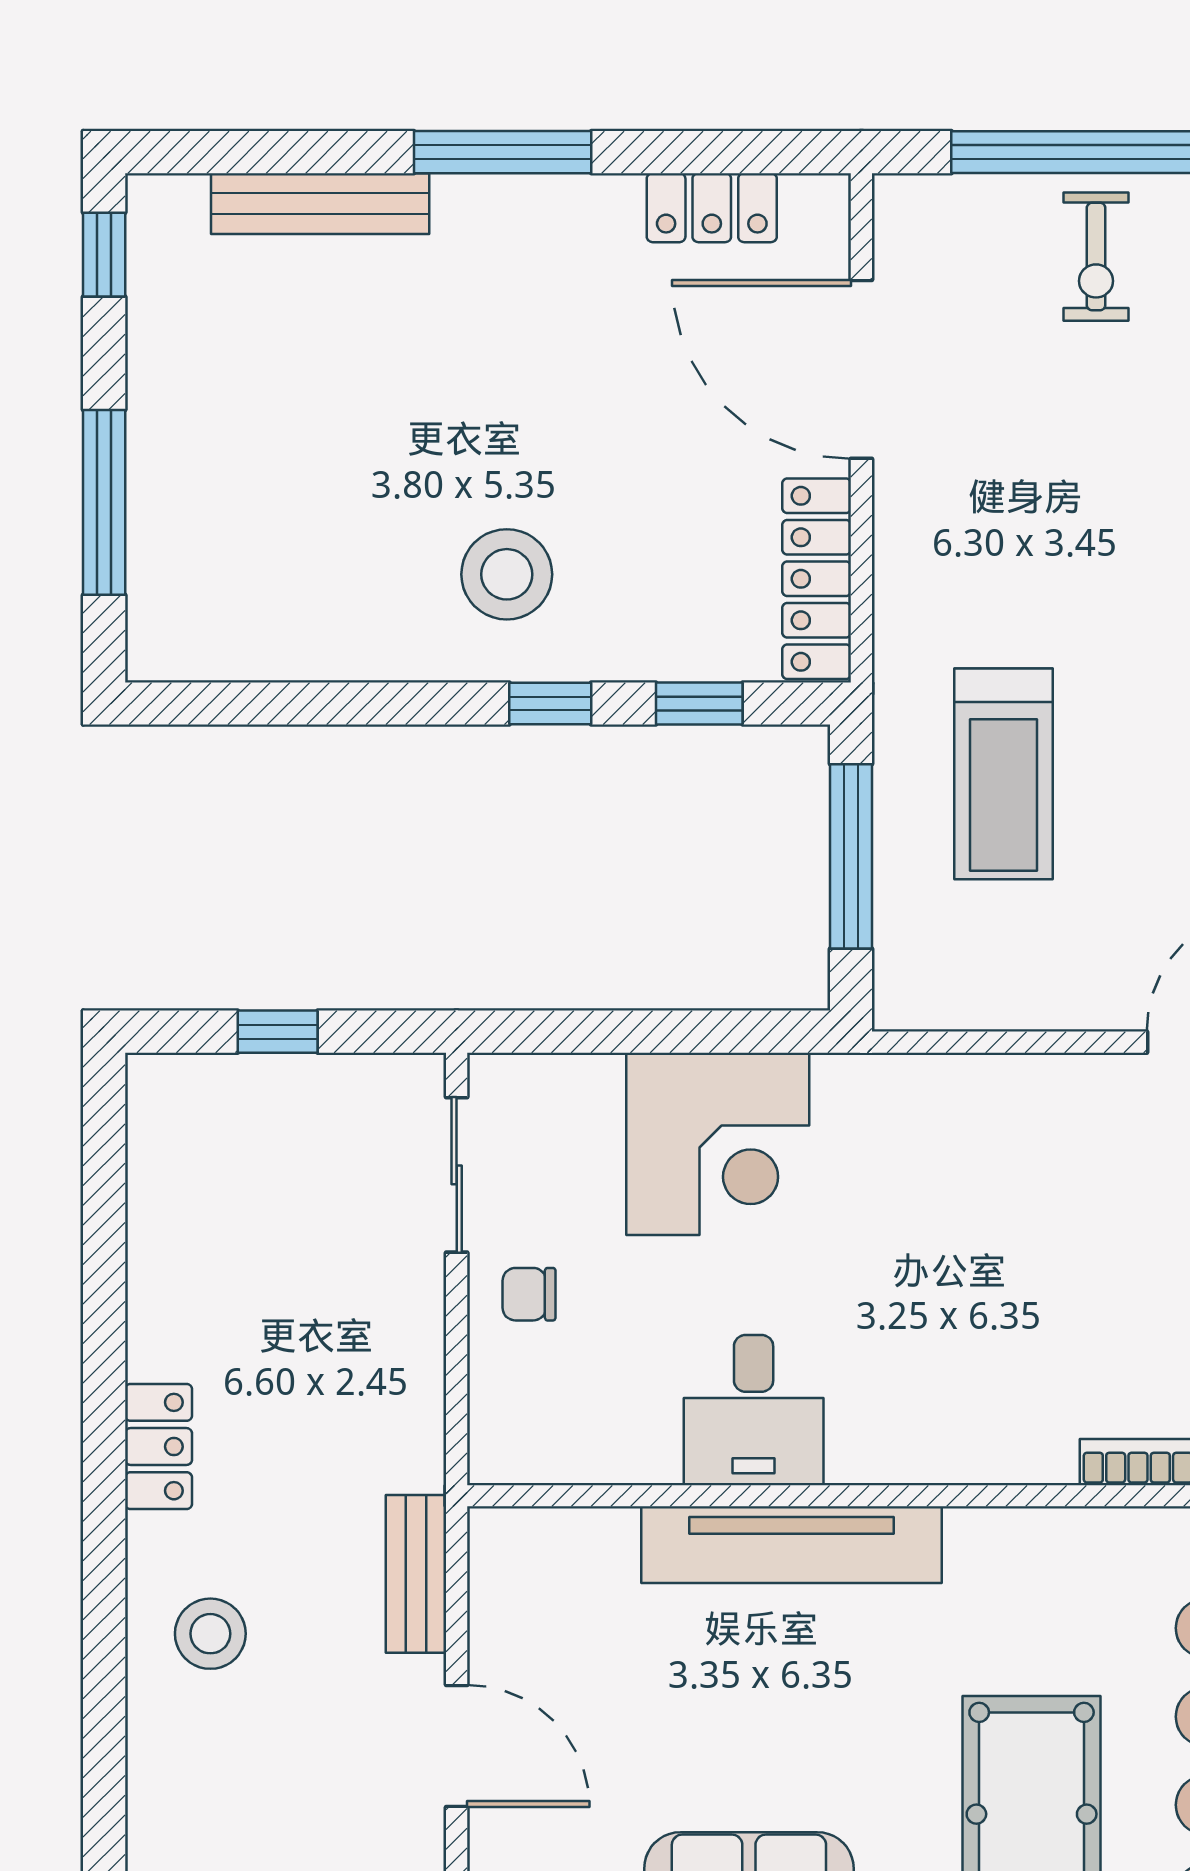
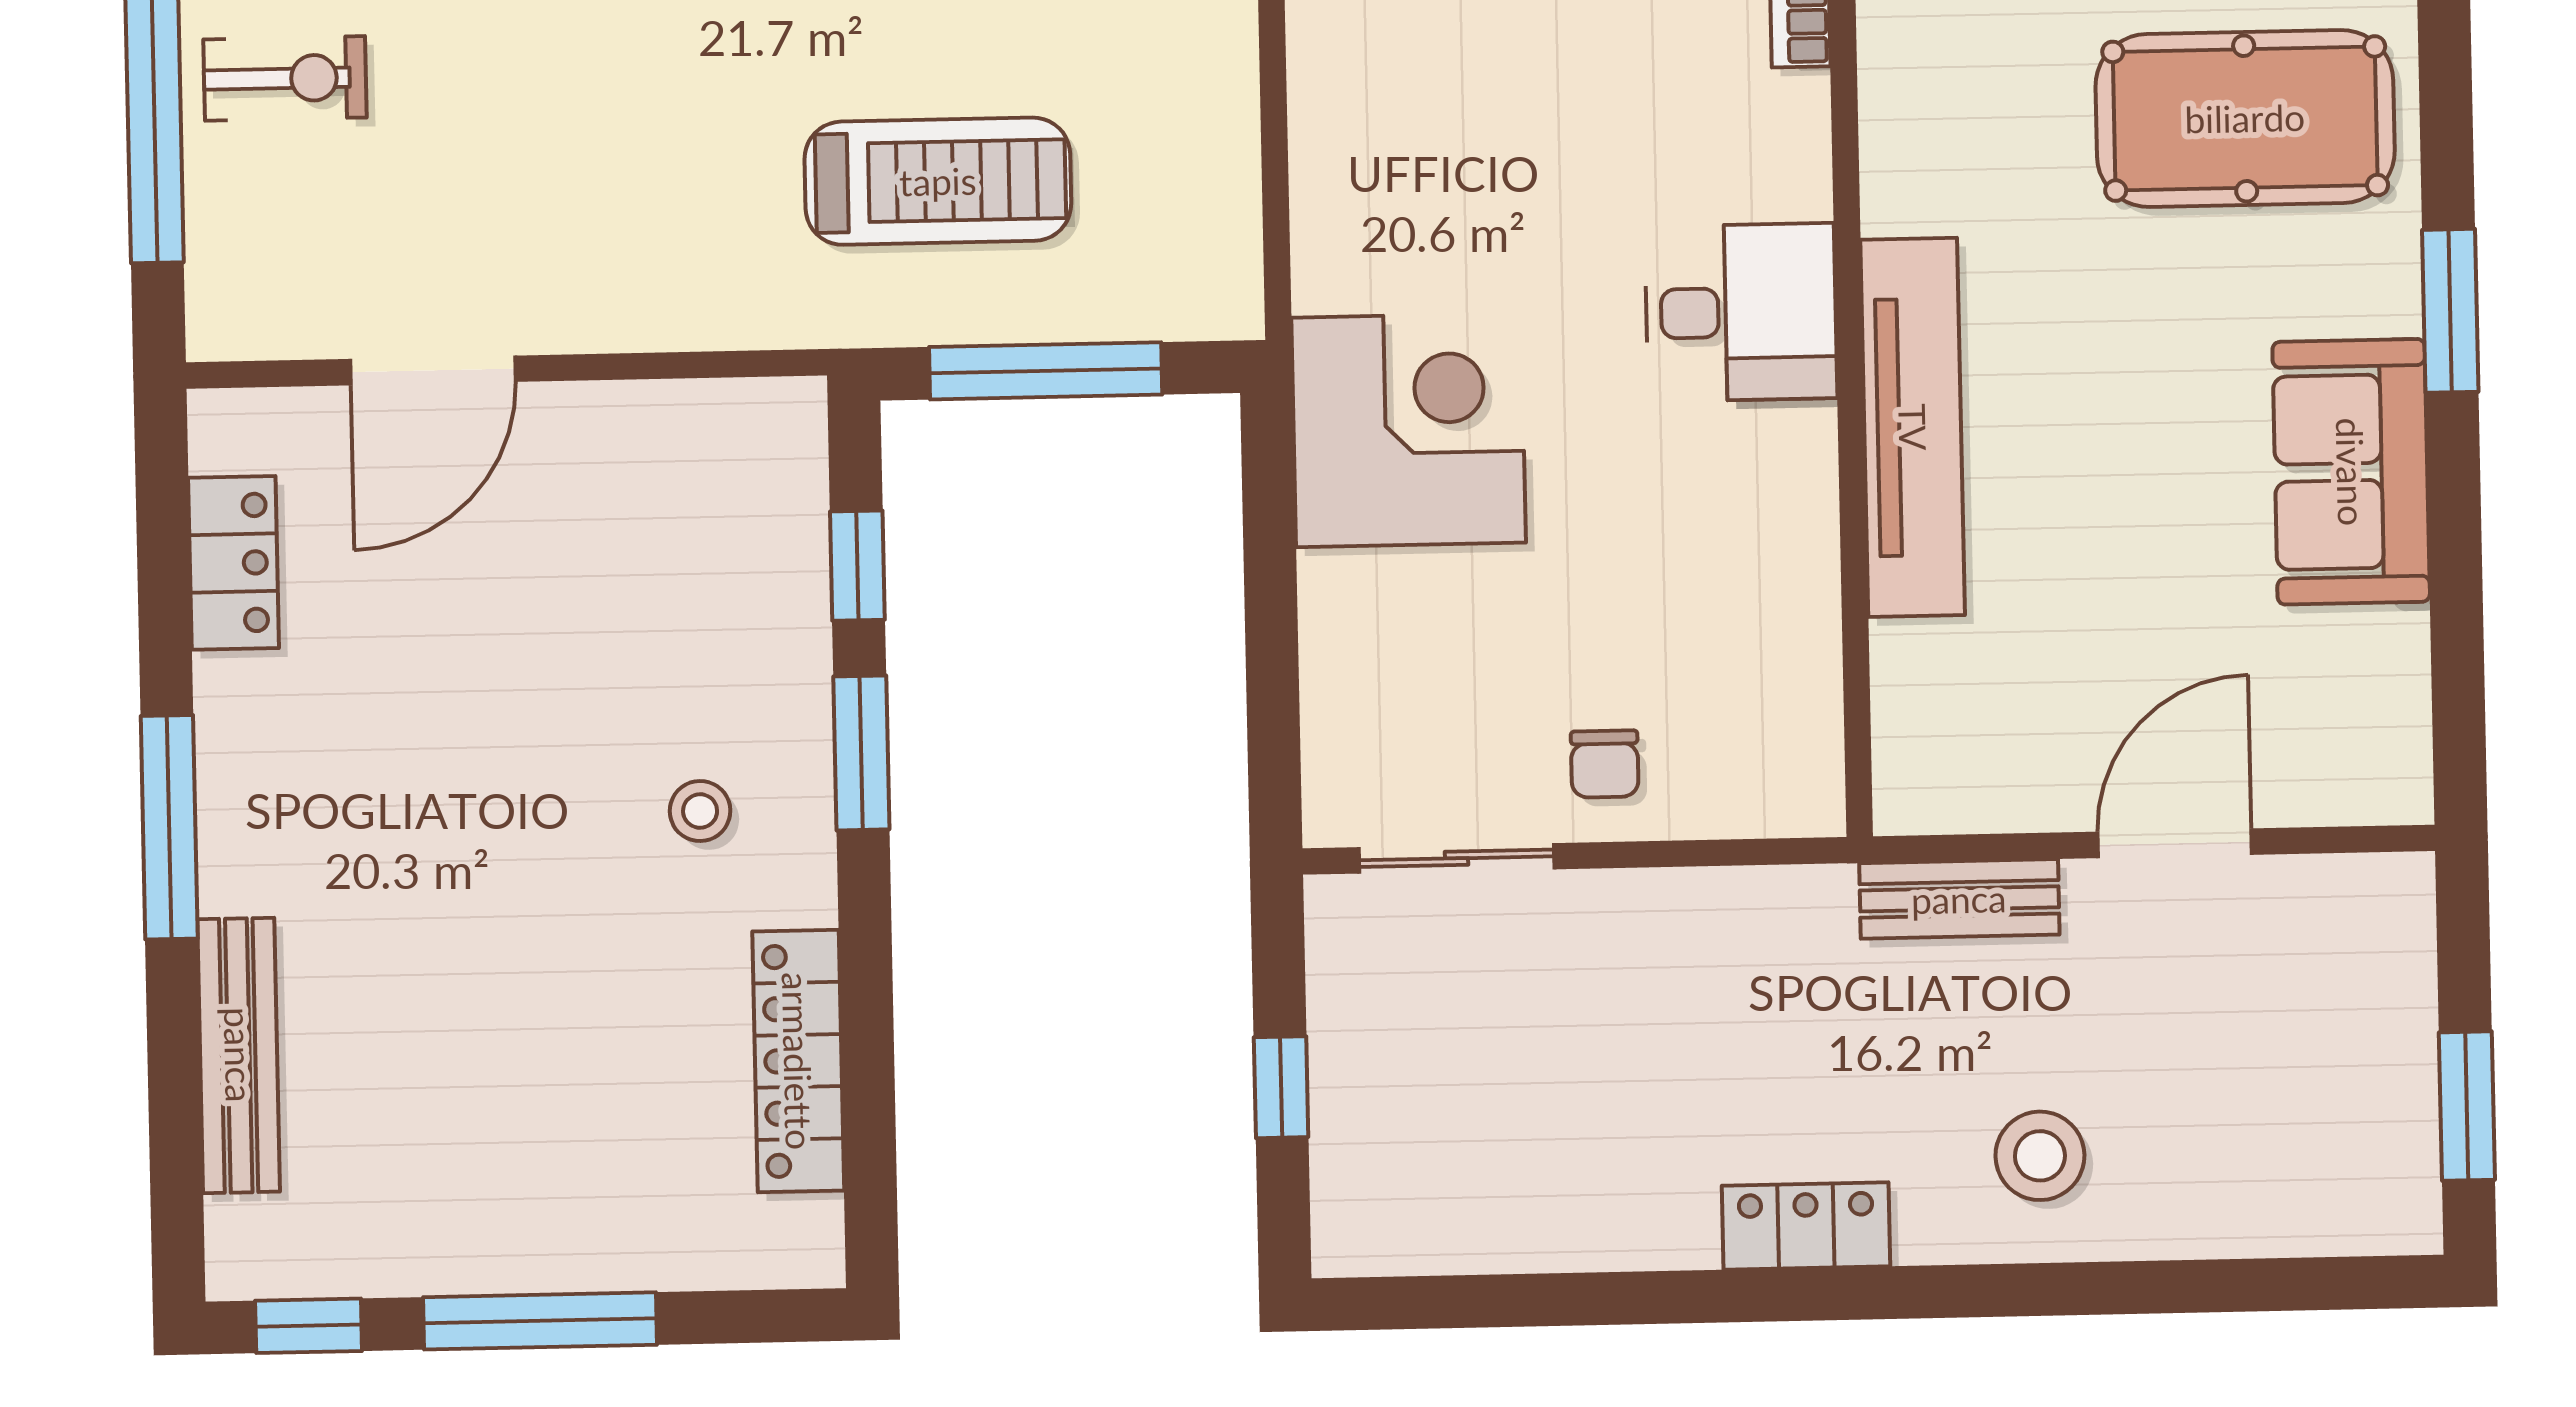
door: (861, 369) -> (433, 370), width x0.73
window: (104, 502) -> (540, 1321), moved
stool: (507, 574) -> (700, 811), width x0.53, depth x0.53
locker: (817, 579) -> (798, 1061), moved, turned 90
window: (550, 704) -> (861, 753), width x1.50
corner desk: (718, 1144) -> (1409, 430), moved
desk: (754, 1410) -> (1741, 312), moved

